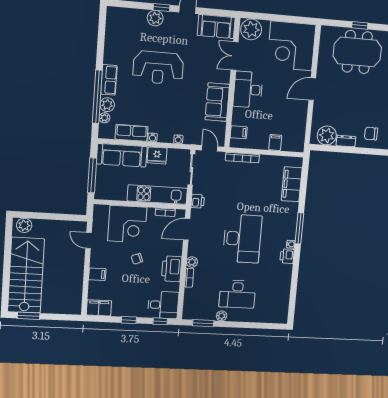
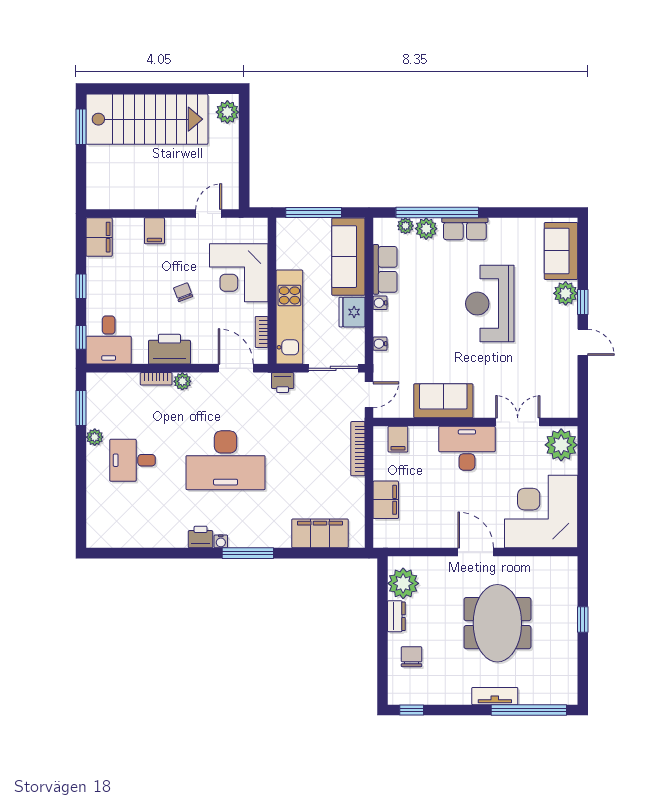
sofa: (216, 27) -> (561, 251), moved
meeting table: (357, 52) -> (497, 623), moved
filing cabinet: (275, 143) -> (386, 500), width x2.00
desk: (237, 294) -> (132, 460), width x0.73

